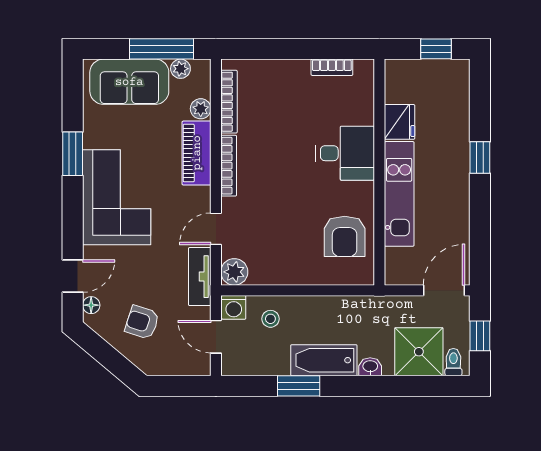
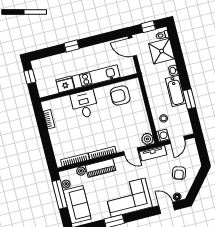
armchair: (345, 236) -> (120, 95), turned 180

